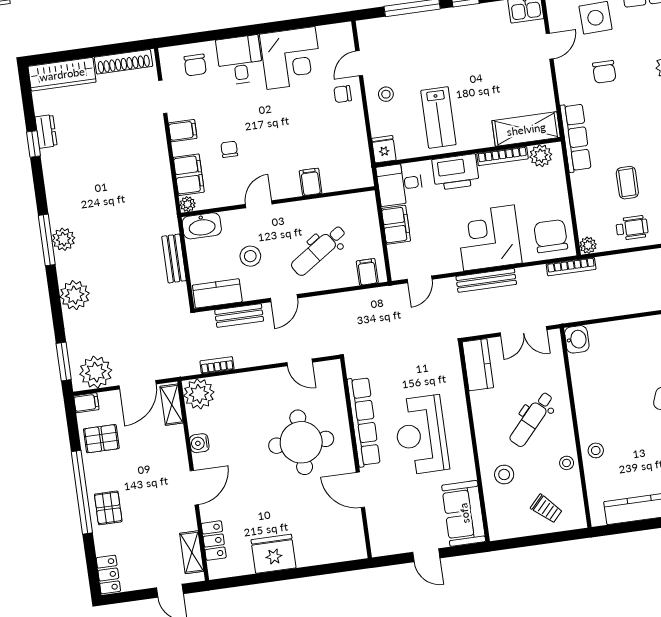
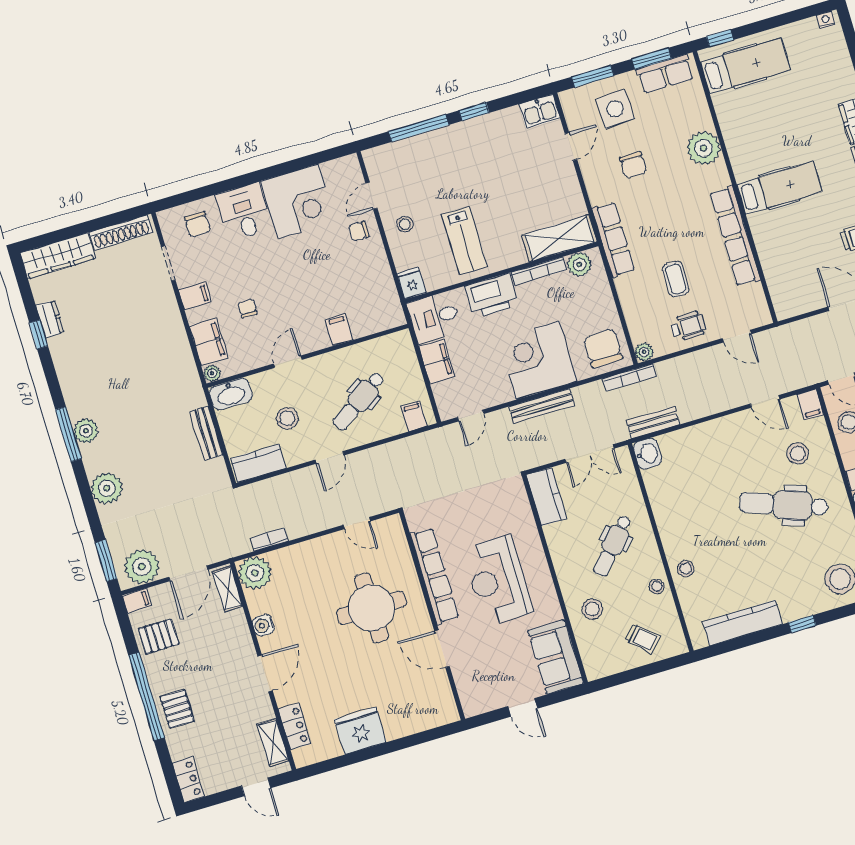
bench: (239, 315) -> (653, 422), moved

